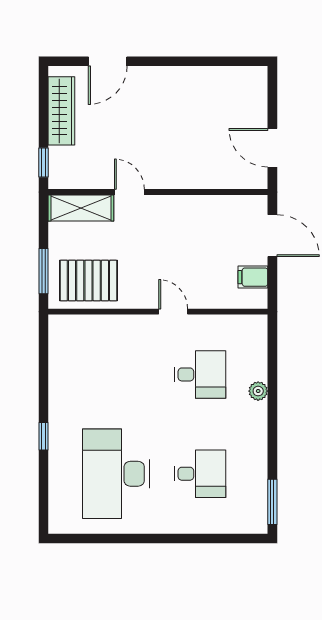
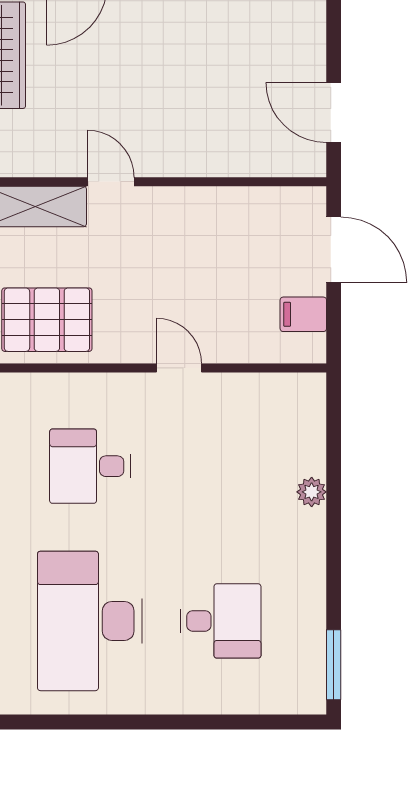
desk: (200, 374) -> (90, 466), moved, turned 180

